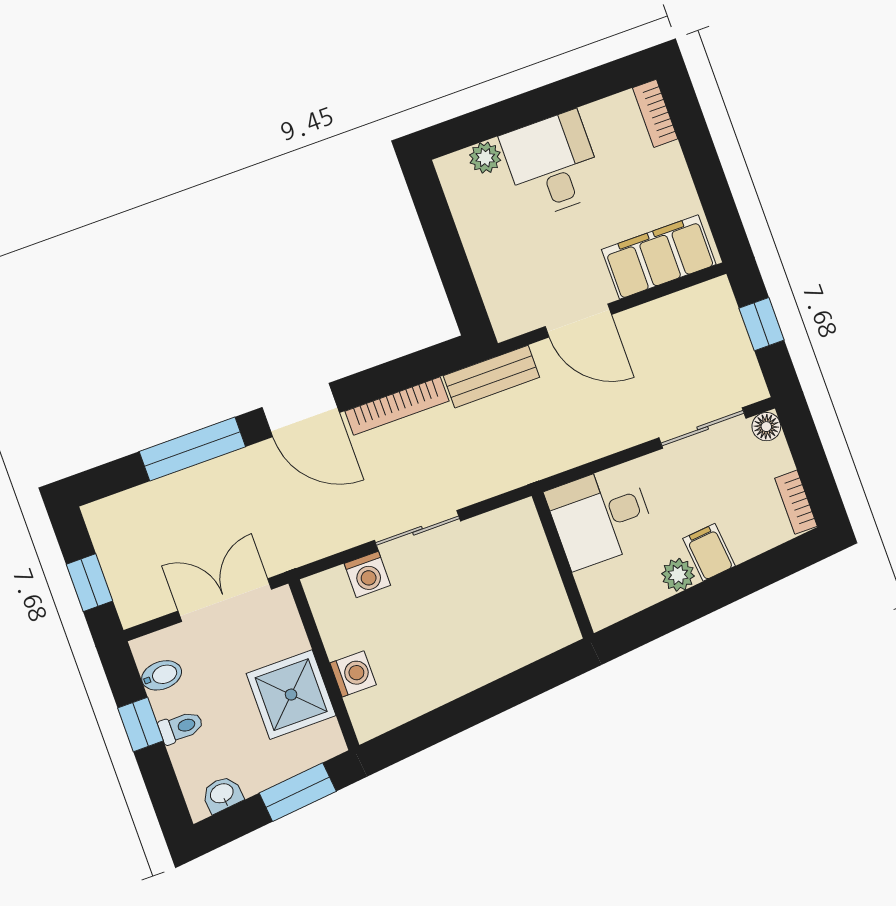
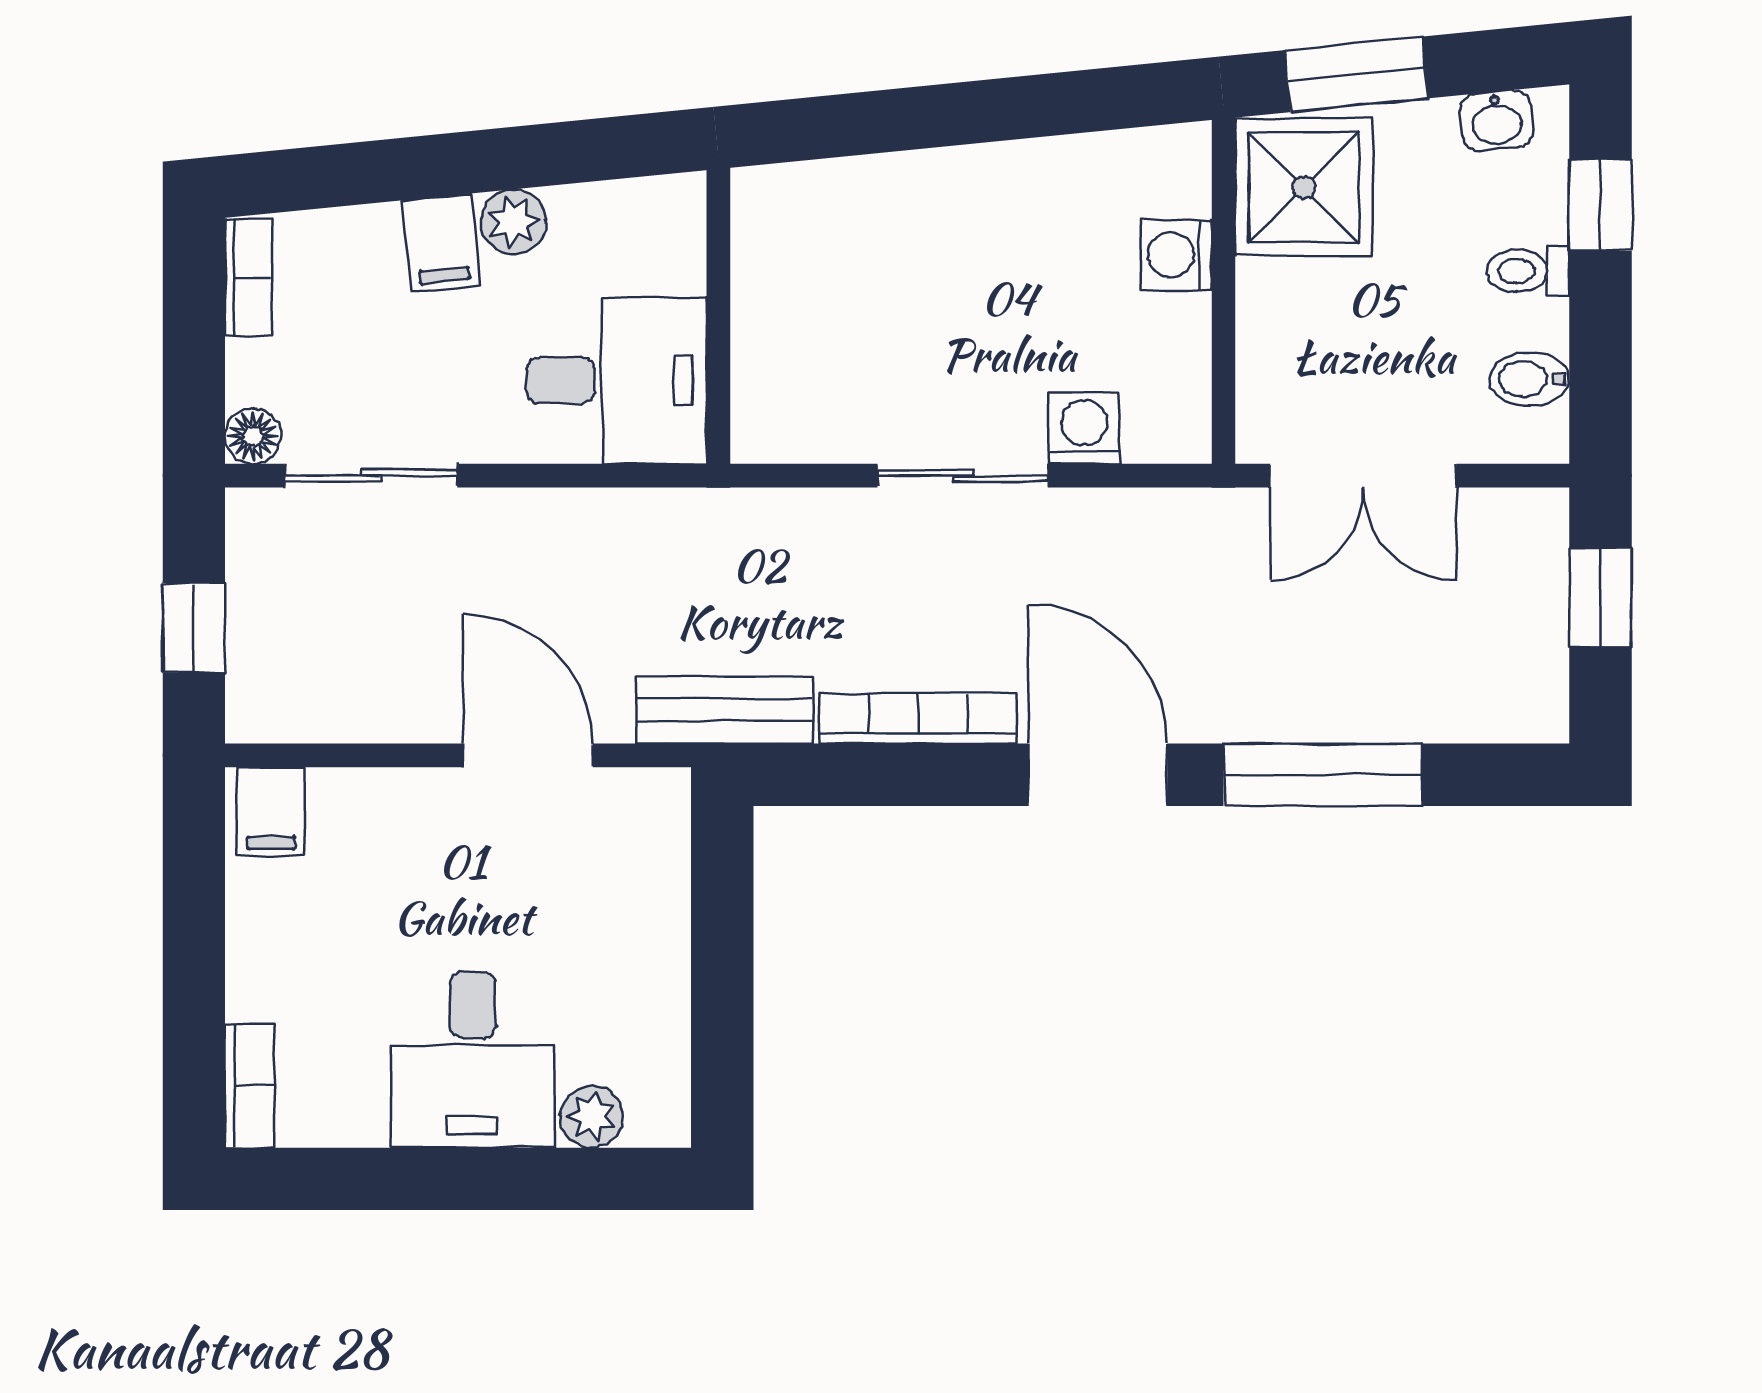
filing cabinet: (659, 257) -> (271, 812), width x0.33, depth x0.86
shower: (291, 695) -> (1304, 187), moved
window: (141, 724) -> (1600, 205), moved

